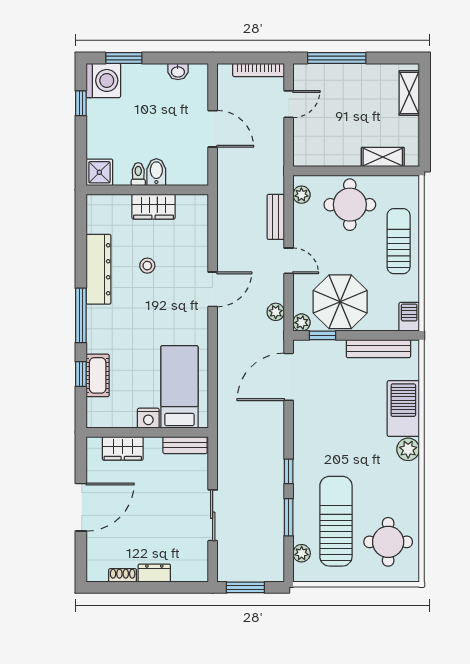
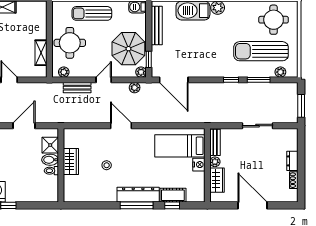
shelving: (383, 157) -> (41, 53), moved
shower: (99, 172) -> (50, 145), moved
dresser: (99, 269) -> (138, 195), moved
plant: (153, 445) -> (215, 162), added

